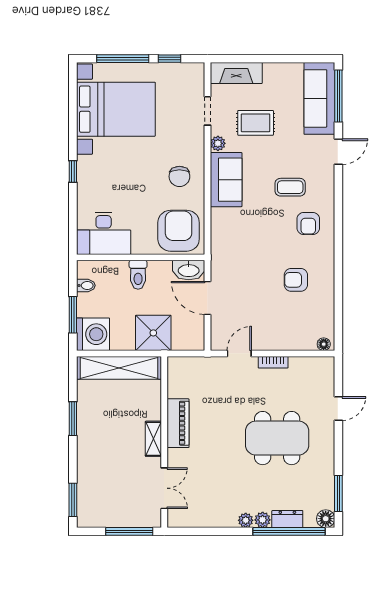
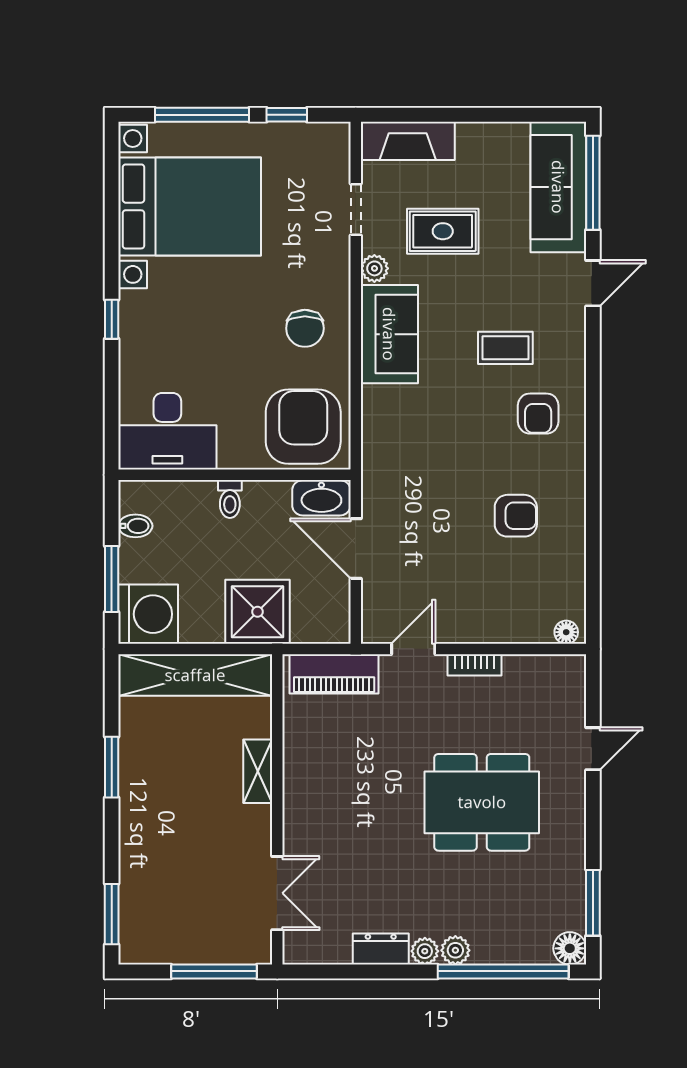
toilet: (138, 275) -> (230, 499), width x0.73, depth x0.72
armchair: (296, 280) -> (516, 516), turned 180
piano: (178, 423) -> (334, 674), moved, turned 90
shelving: (153, 439) -> (258, 771), moved
dresser: (287, 519) -> (381, 949), moved

